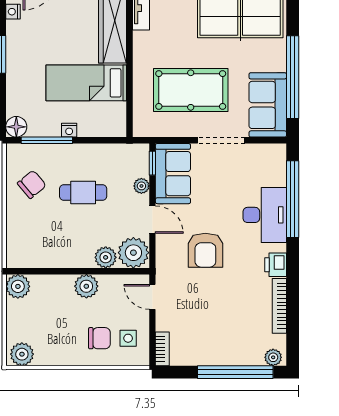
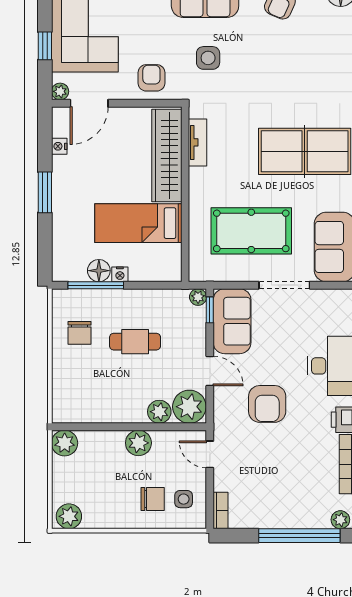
floor lamp: (16, 127) -> (99, 271), moved
chair: (32, 184) -> (79, 333), turned 130
plant: (141, 186) -> (198, 297), moved

